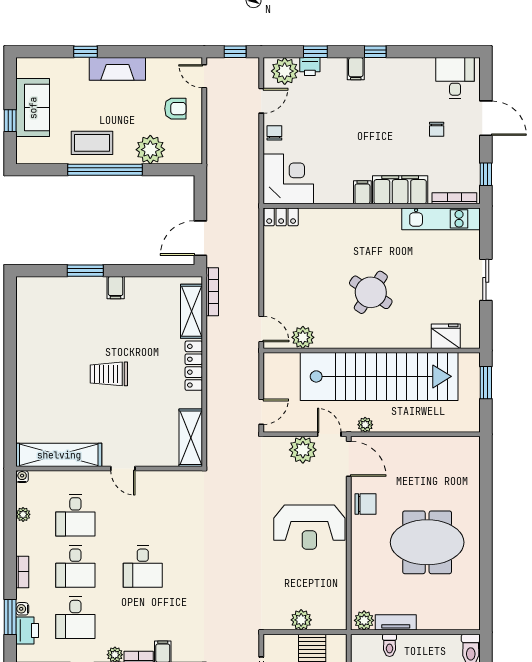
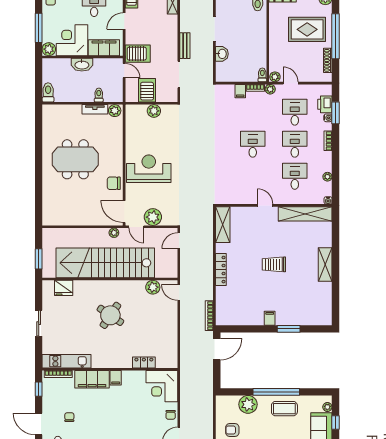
plant: (23, 145) -> (327, 407), added
locker: (281, 217) -> (144, 362), moved
shelving: (191, 311) -> (325, 264), moved
trolley: (109, 374) -> (274, 264), turned 180

